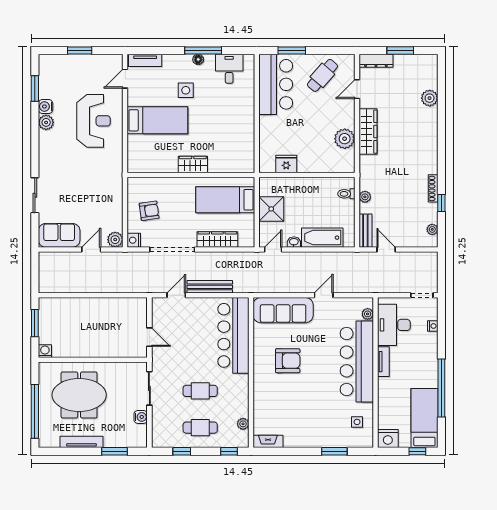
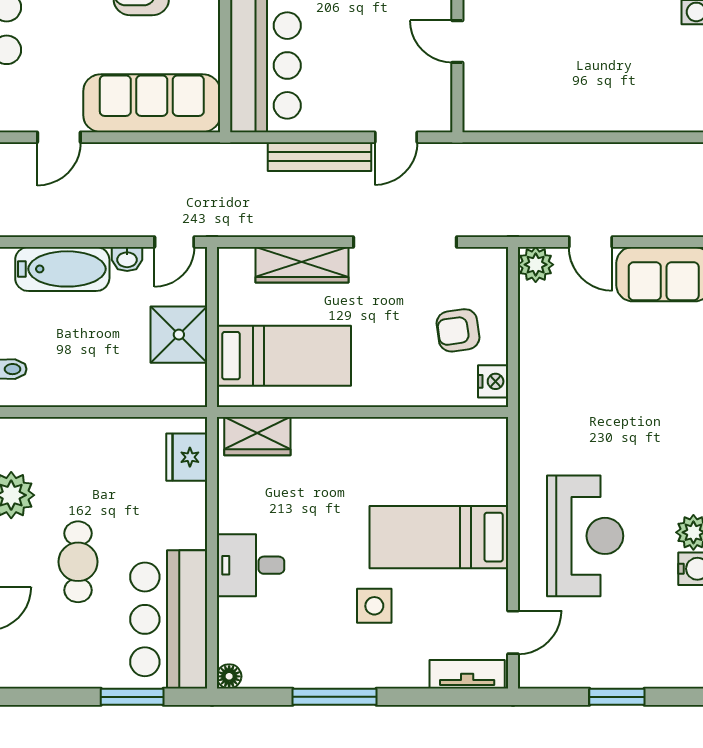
floor lamp: (198, 59) -> (229, 676), moved
desk: (229, 69) -> (251, 565), moved, turned 90
cafe table: (322, 75) -> (78, 562), moved, turned -41
reception desk: (93, 121) -> (585, 536), turned 180
wardrobe: (193, 164) -> (257, 436), moved
fridge: (286, 164) -> (187, 457), moved, turned 90
nightstand: (134, 240) -> (493, 381), moved
door: (91, 249) -> (590, 242), hinge flipped

